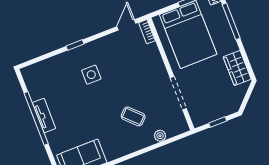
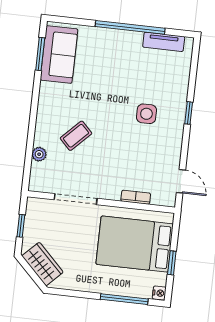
bookcase: (147, 32) -> (136, 197), moved
wardrobe: (237, 68) -> (43, 264), moved, turned 45
tv unit: (44, 115) -> (164, 42), moved

